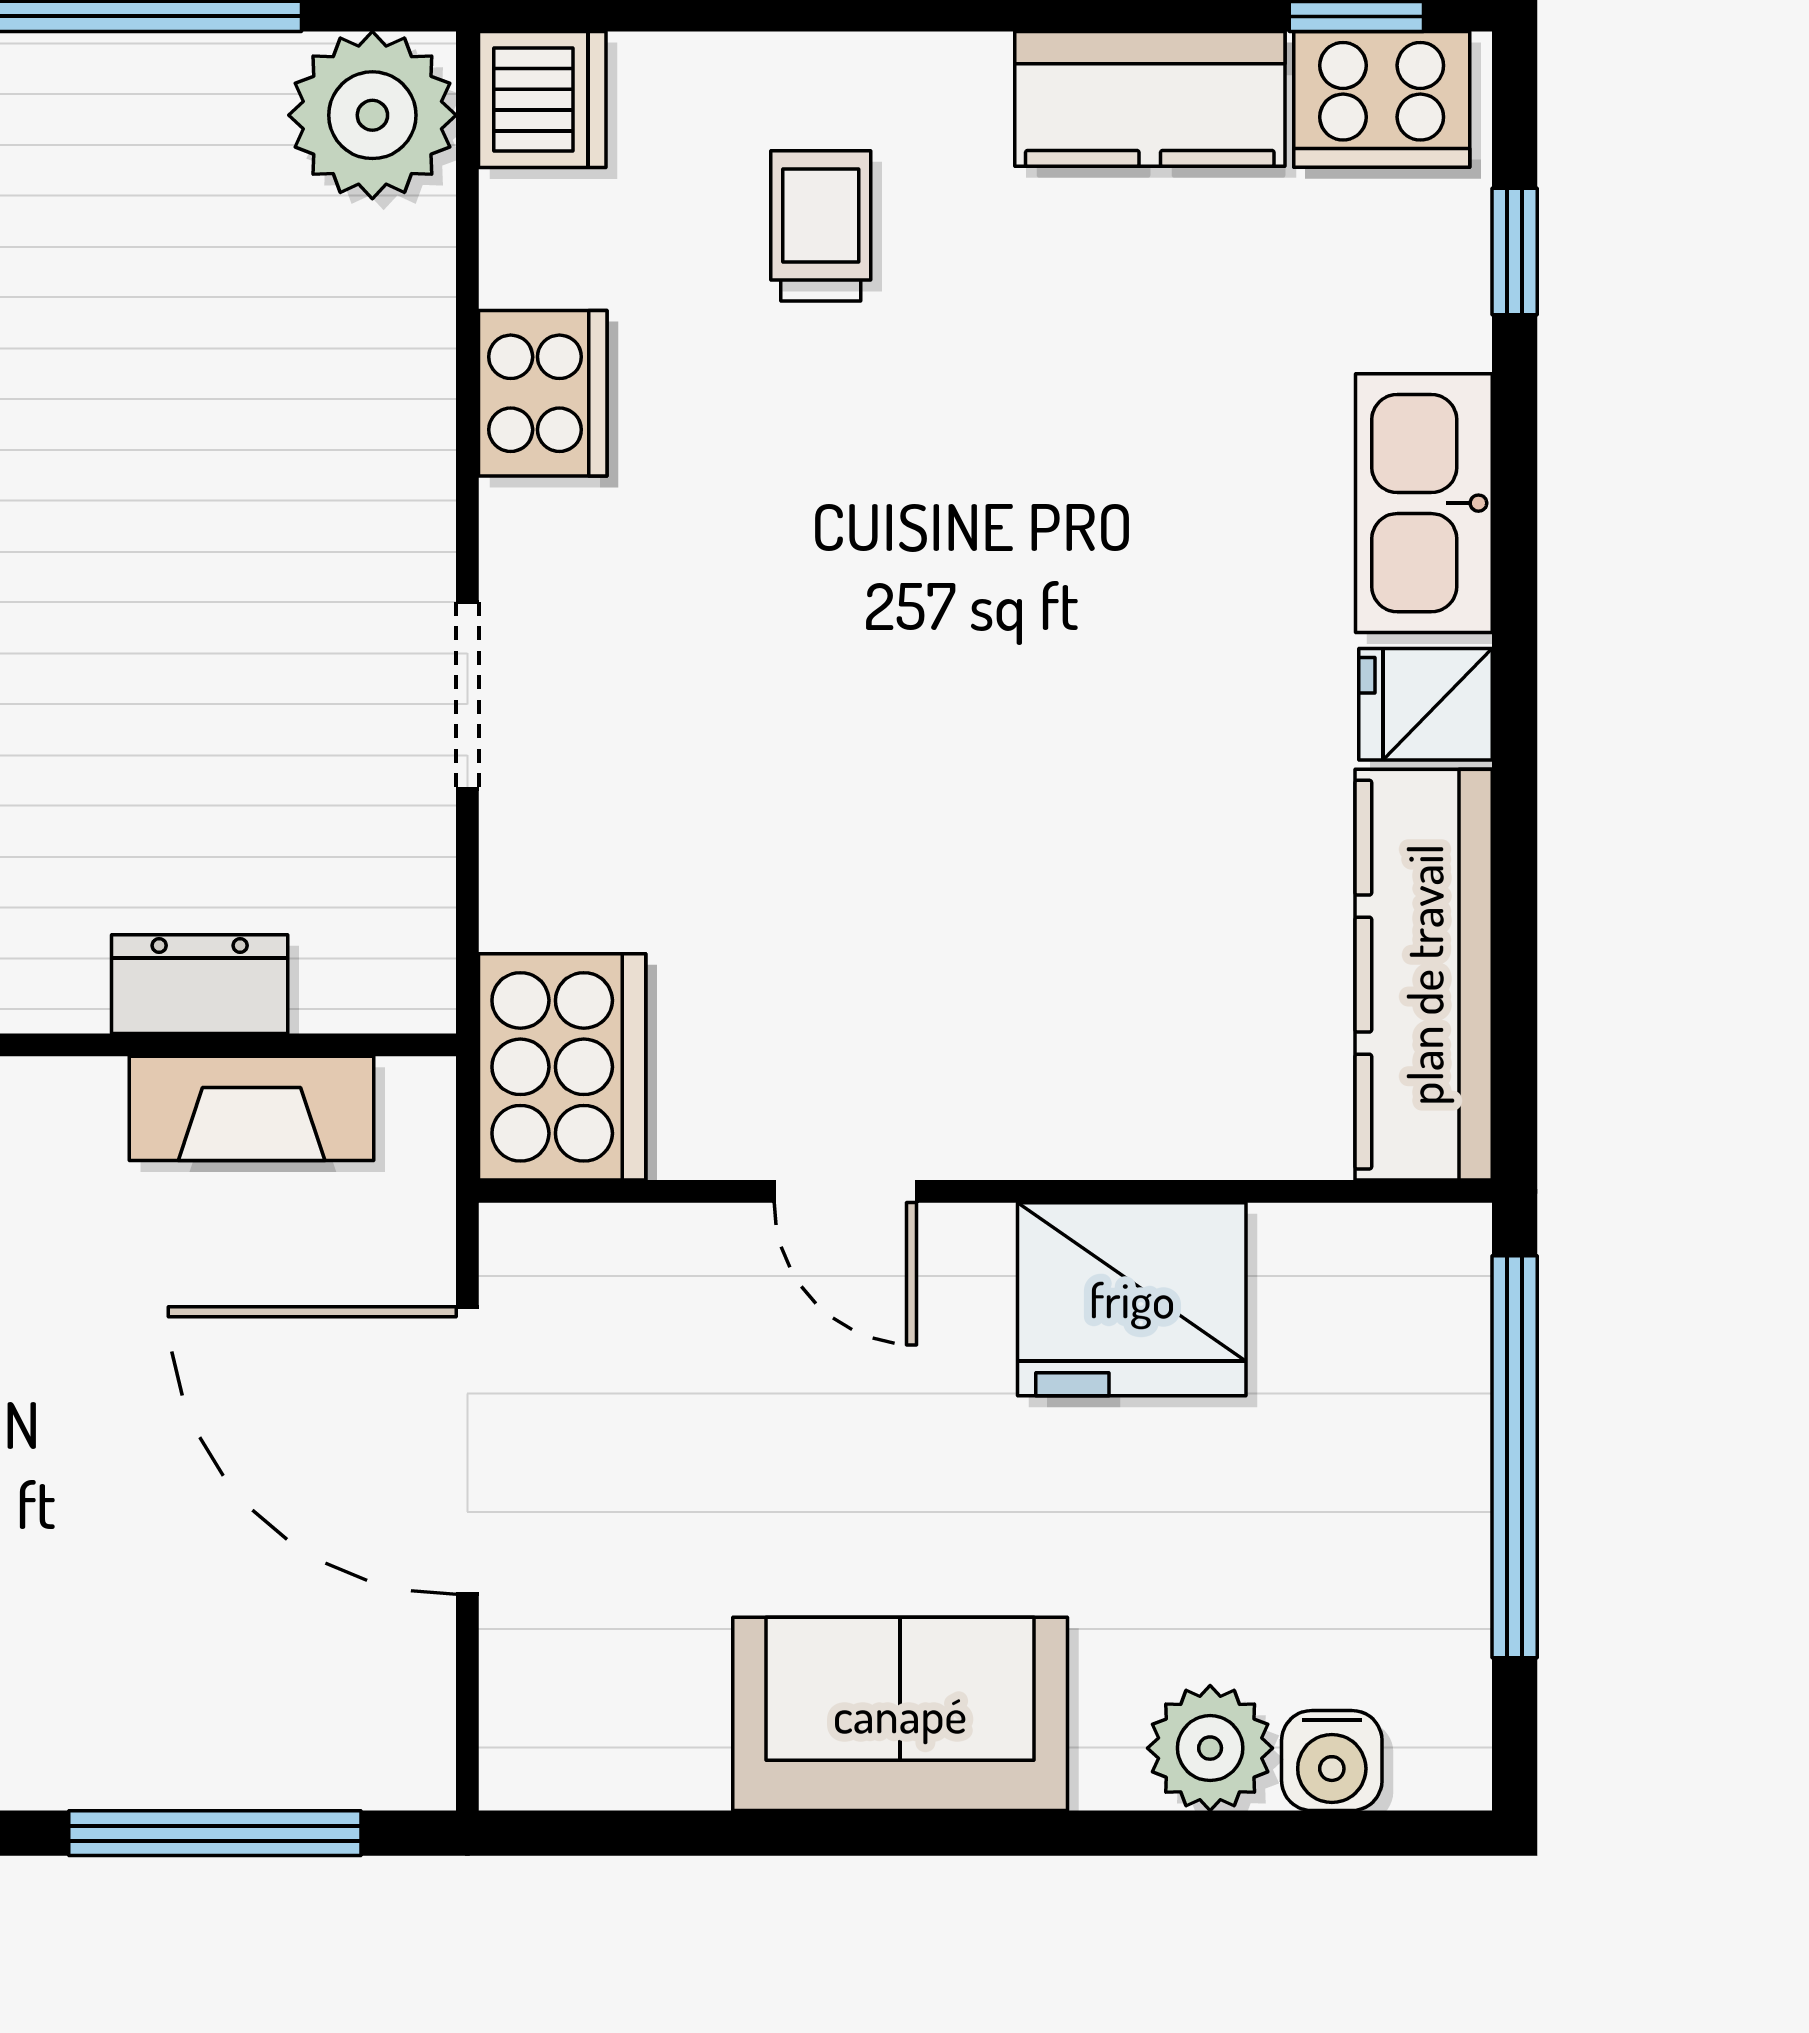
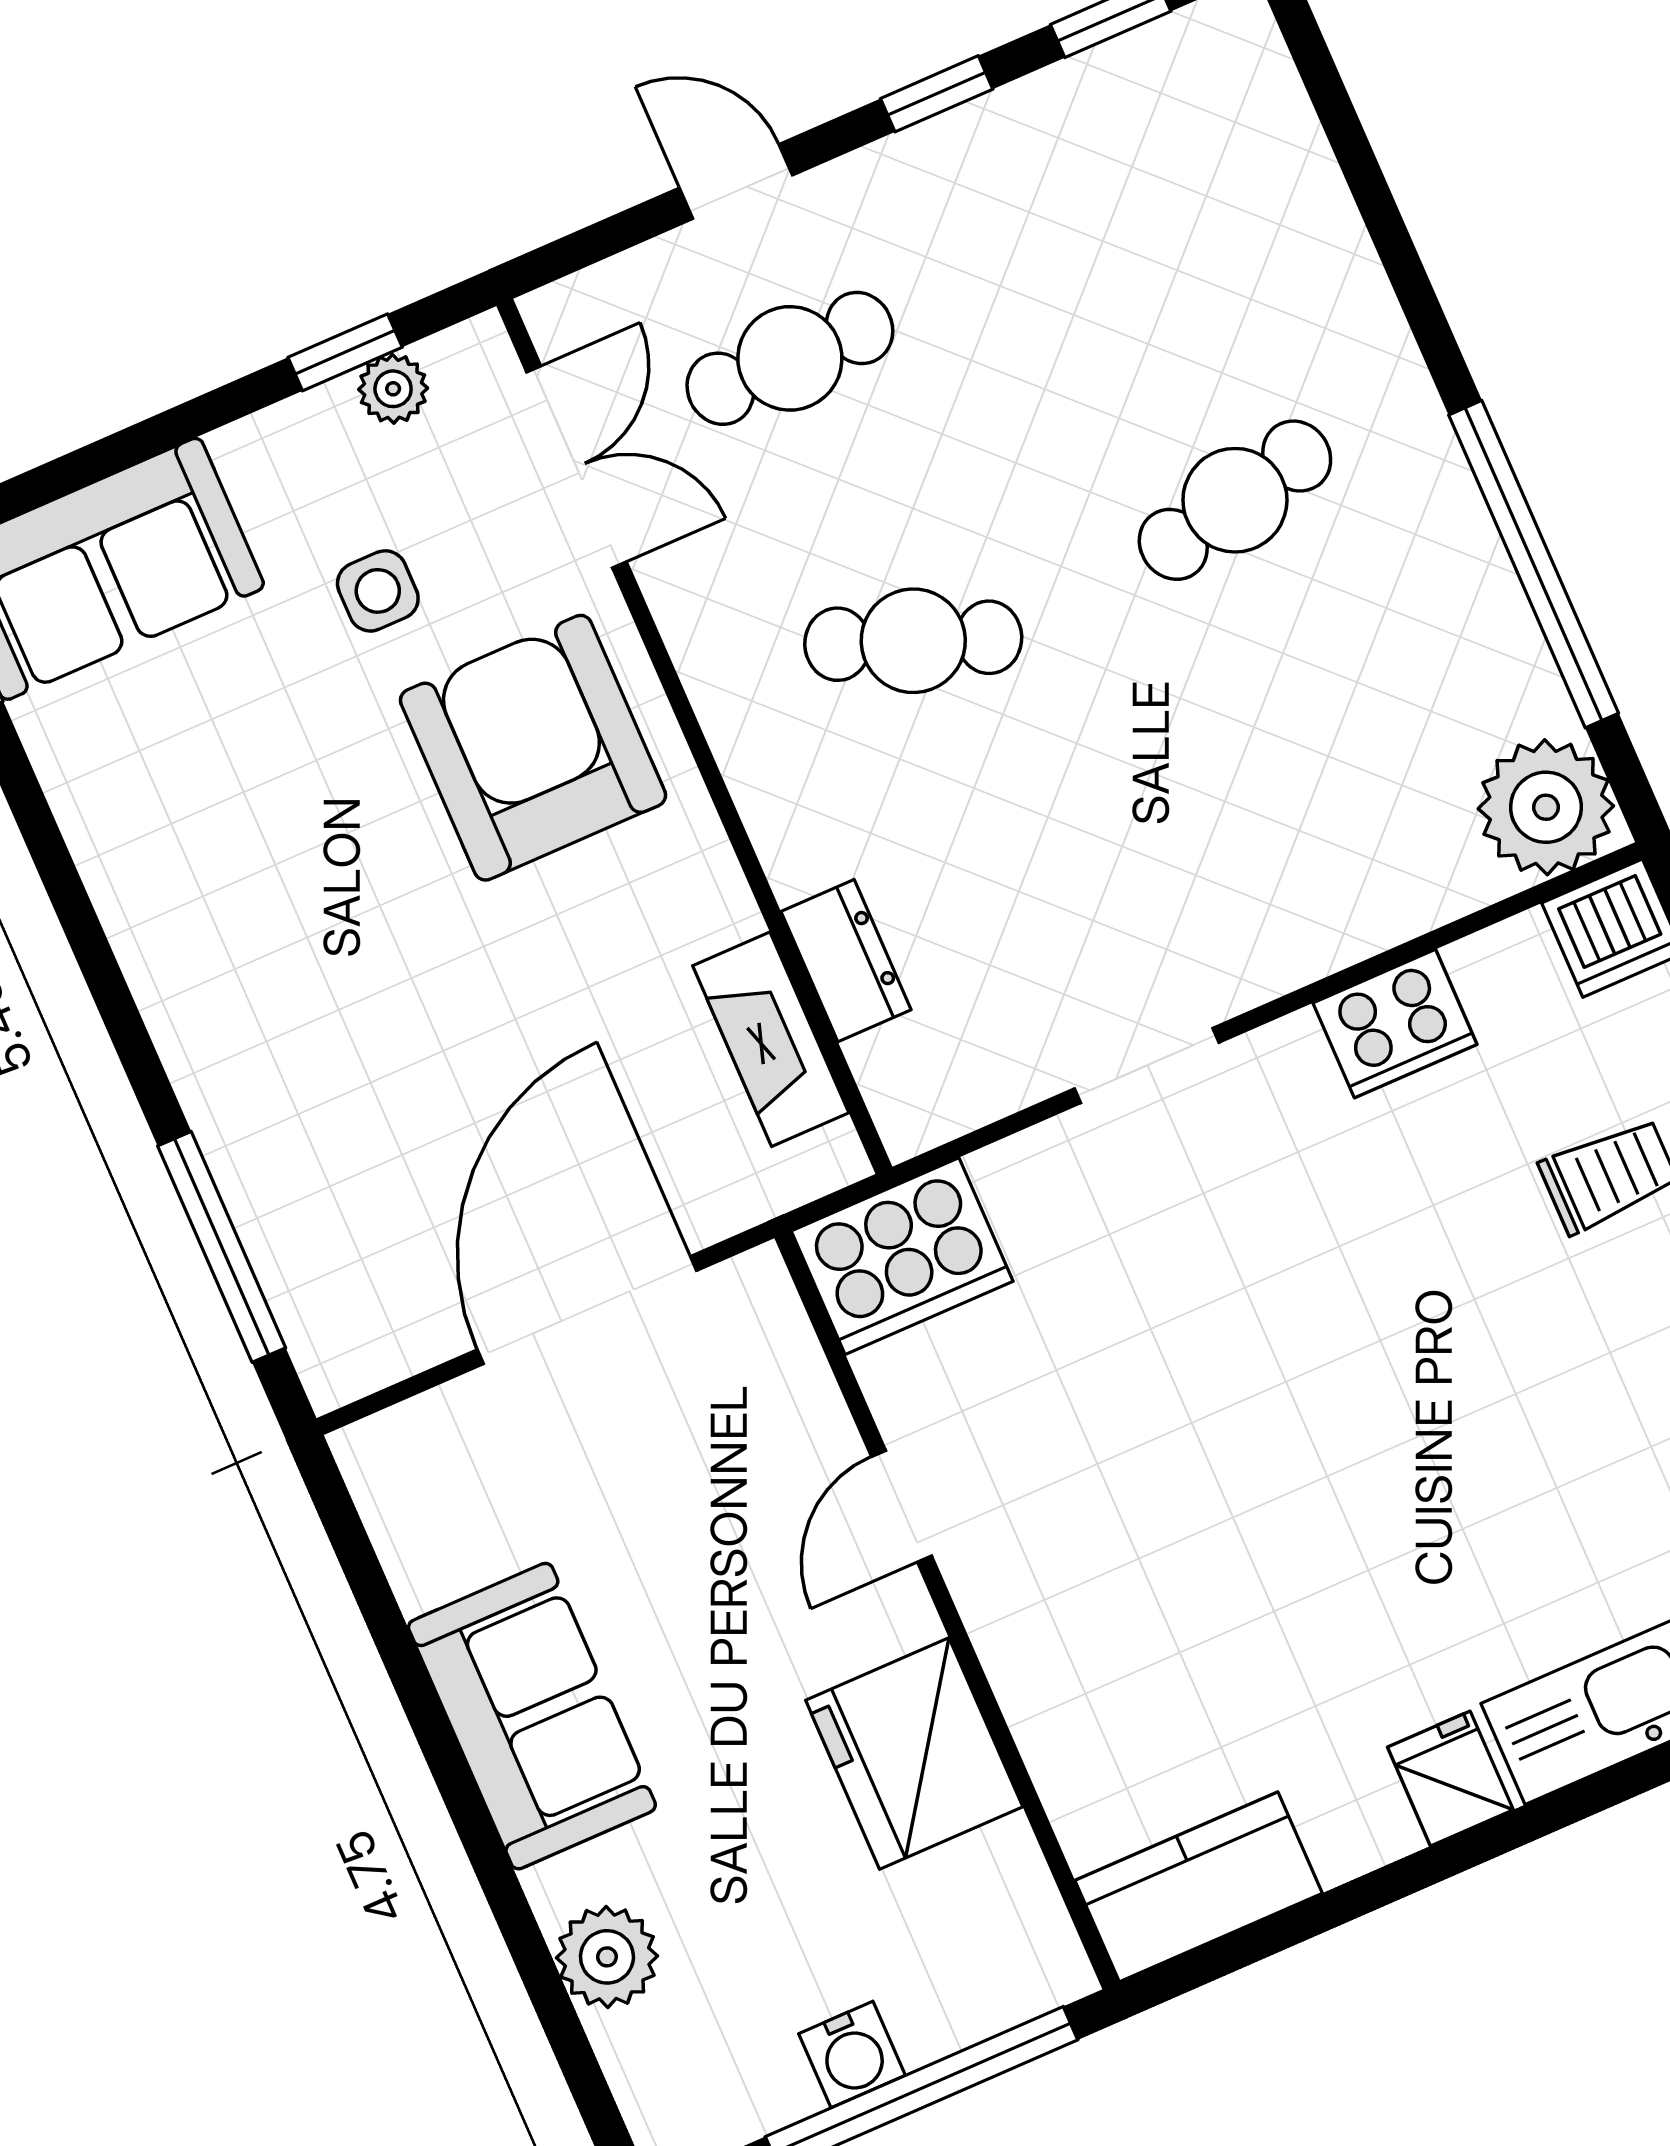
kitchen counter: (1424, 975) -> (1199, 1887), width x0.67
water cooler: (1332, 1761) -> (852, 2055), moved, turned -90

